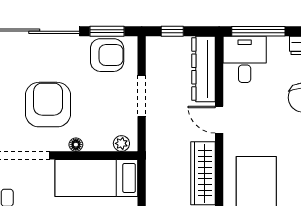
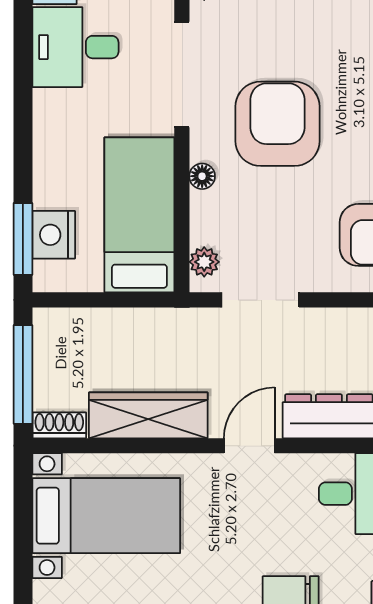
doorway: (142, 96) -> (260, 300), moved
armchair: (48, 105) -> (277, 124), turned -90

